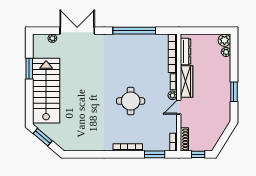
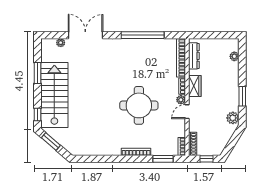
plant: (224, 40) -> (233, 118), moved
wardrobe: (186, 82) -> (195, 86), width x0.67
round table: (131, 101) -> (139, 105), width x1.36, depth x1.36
window: (29, 110) -> (38, 115), added

